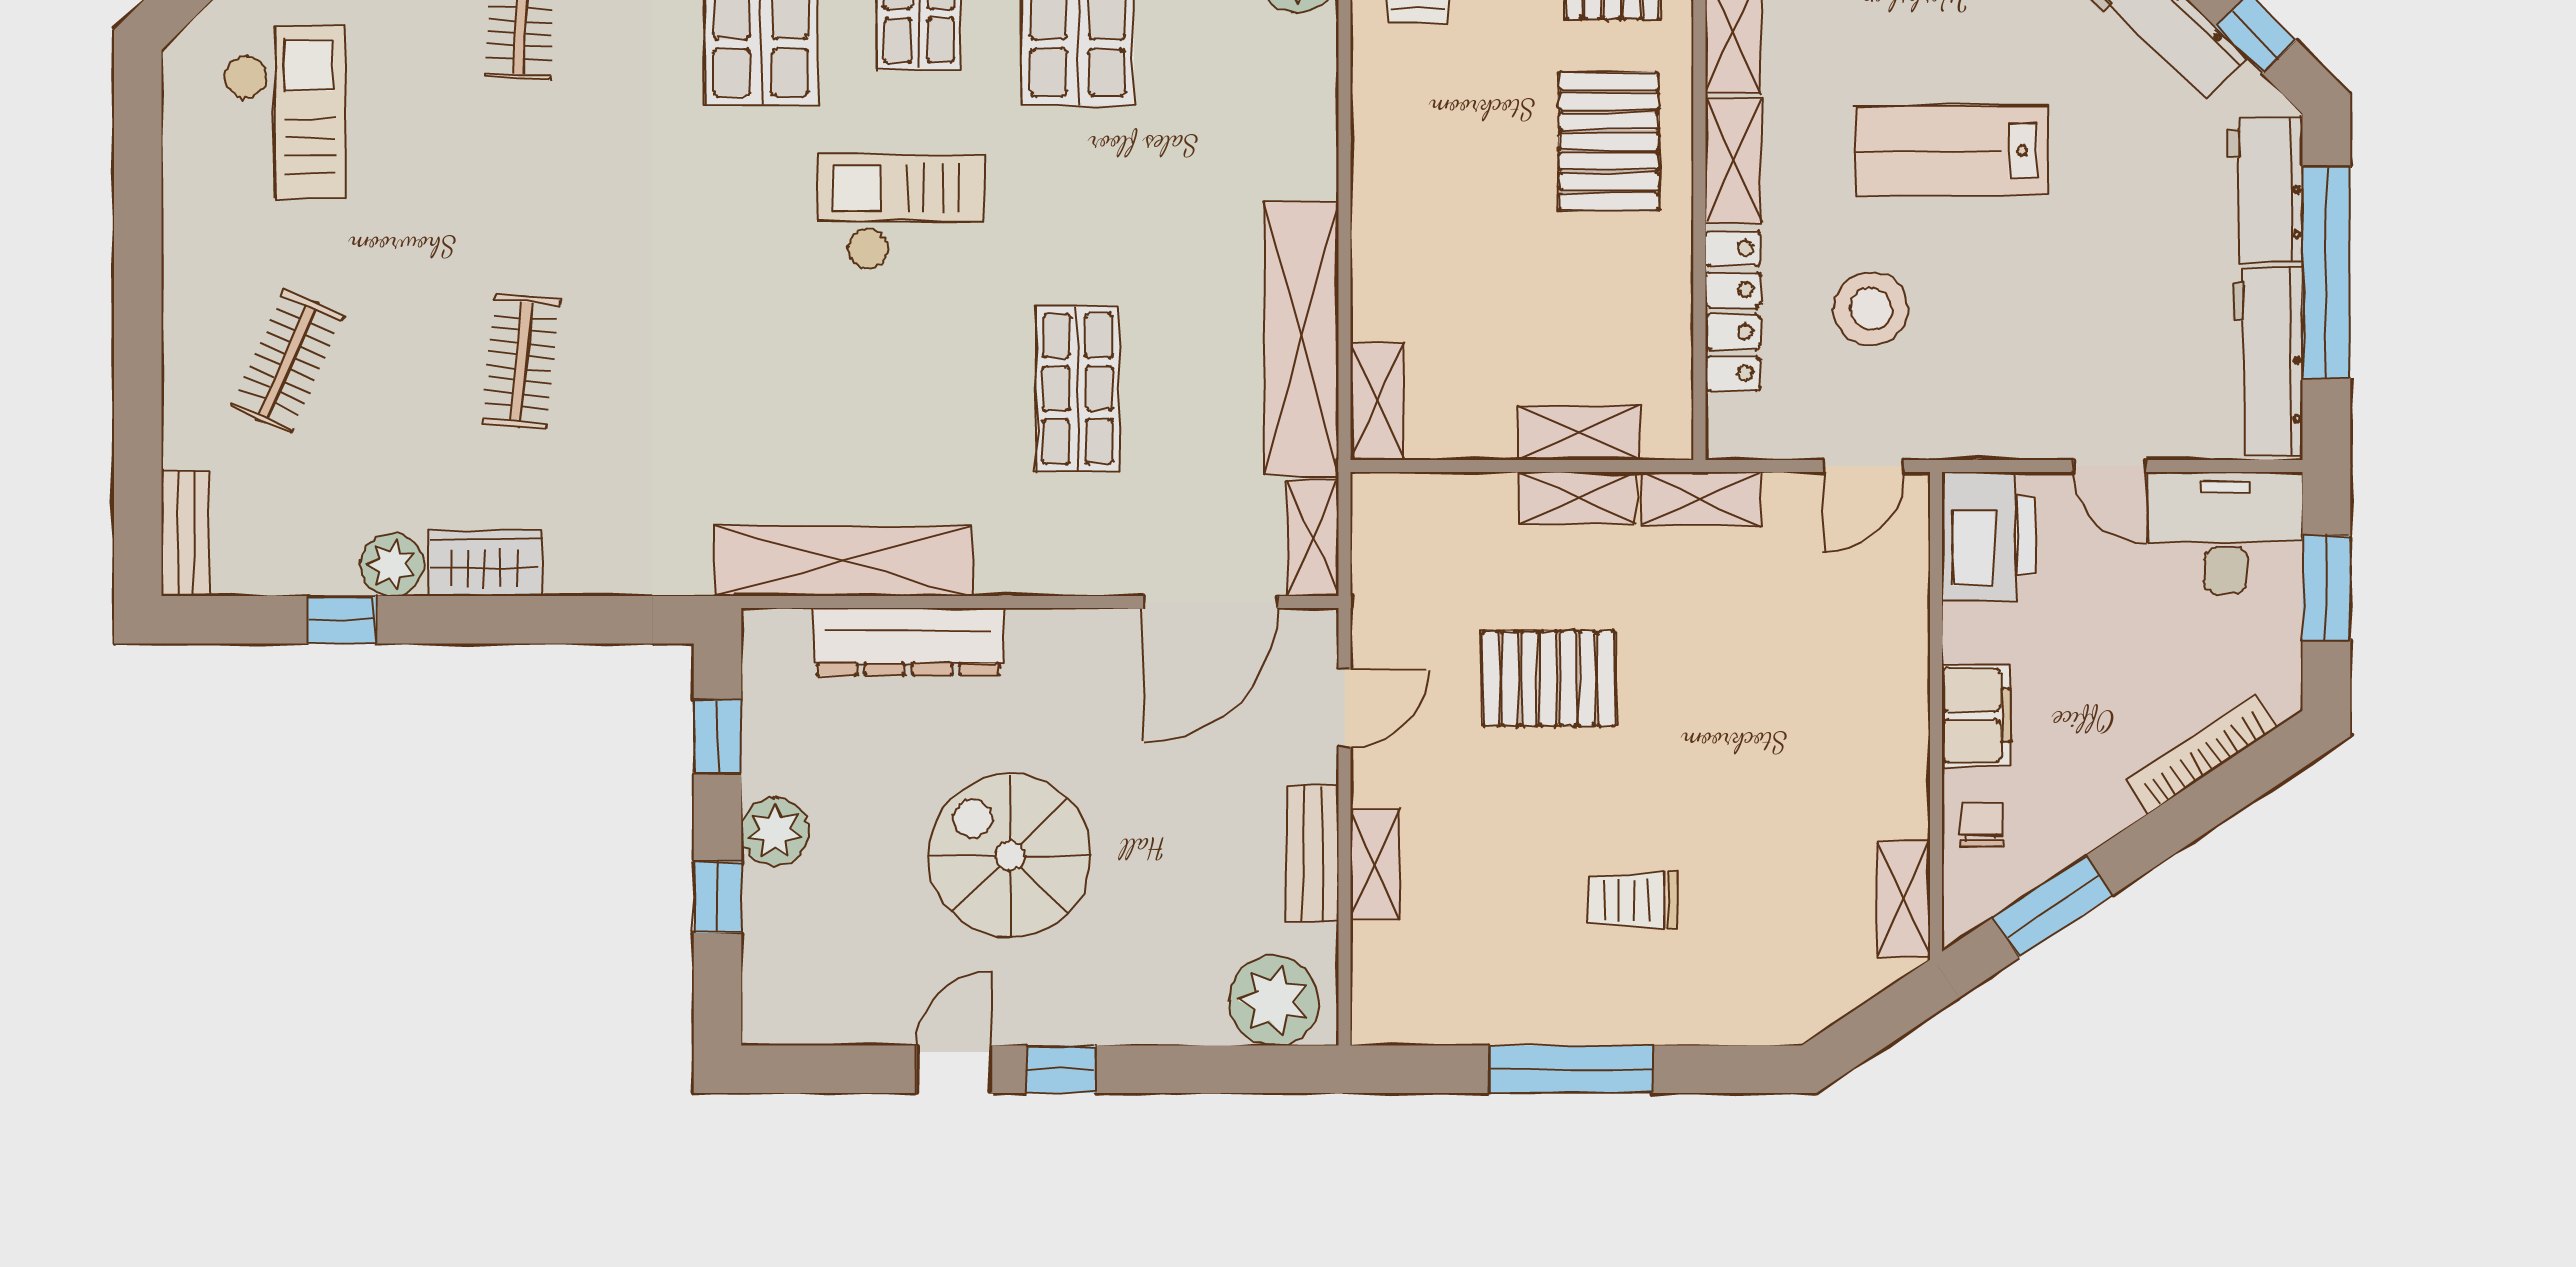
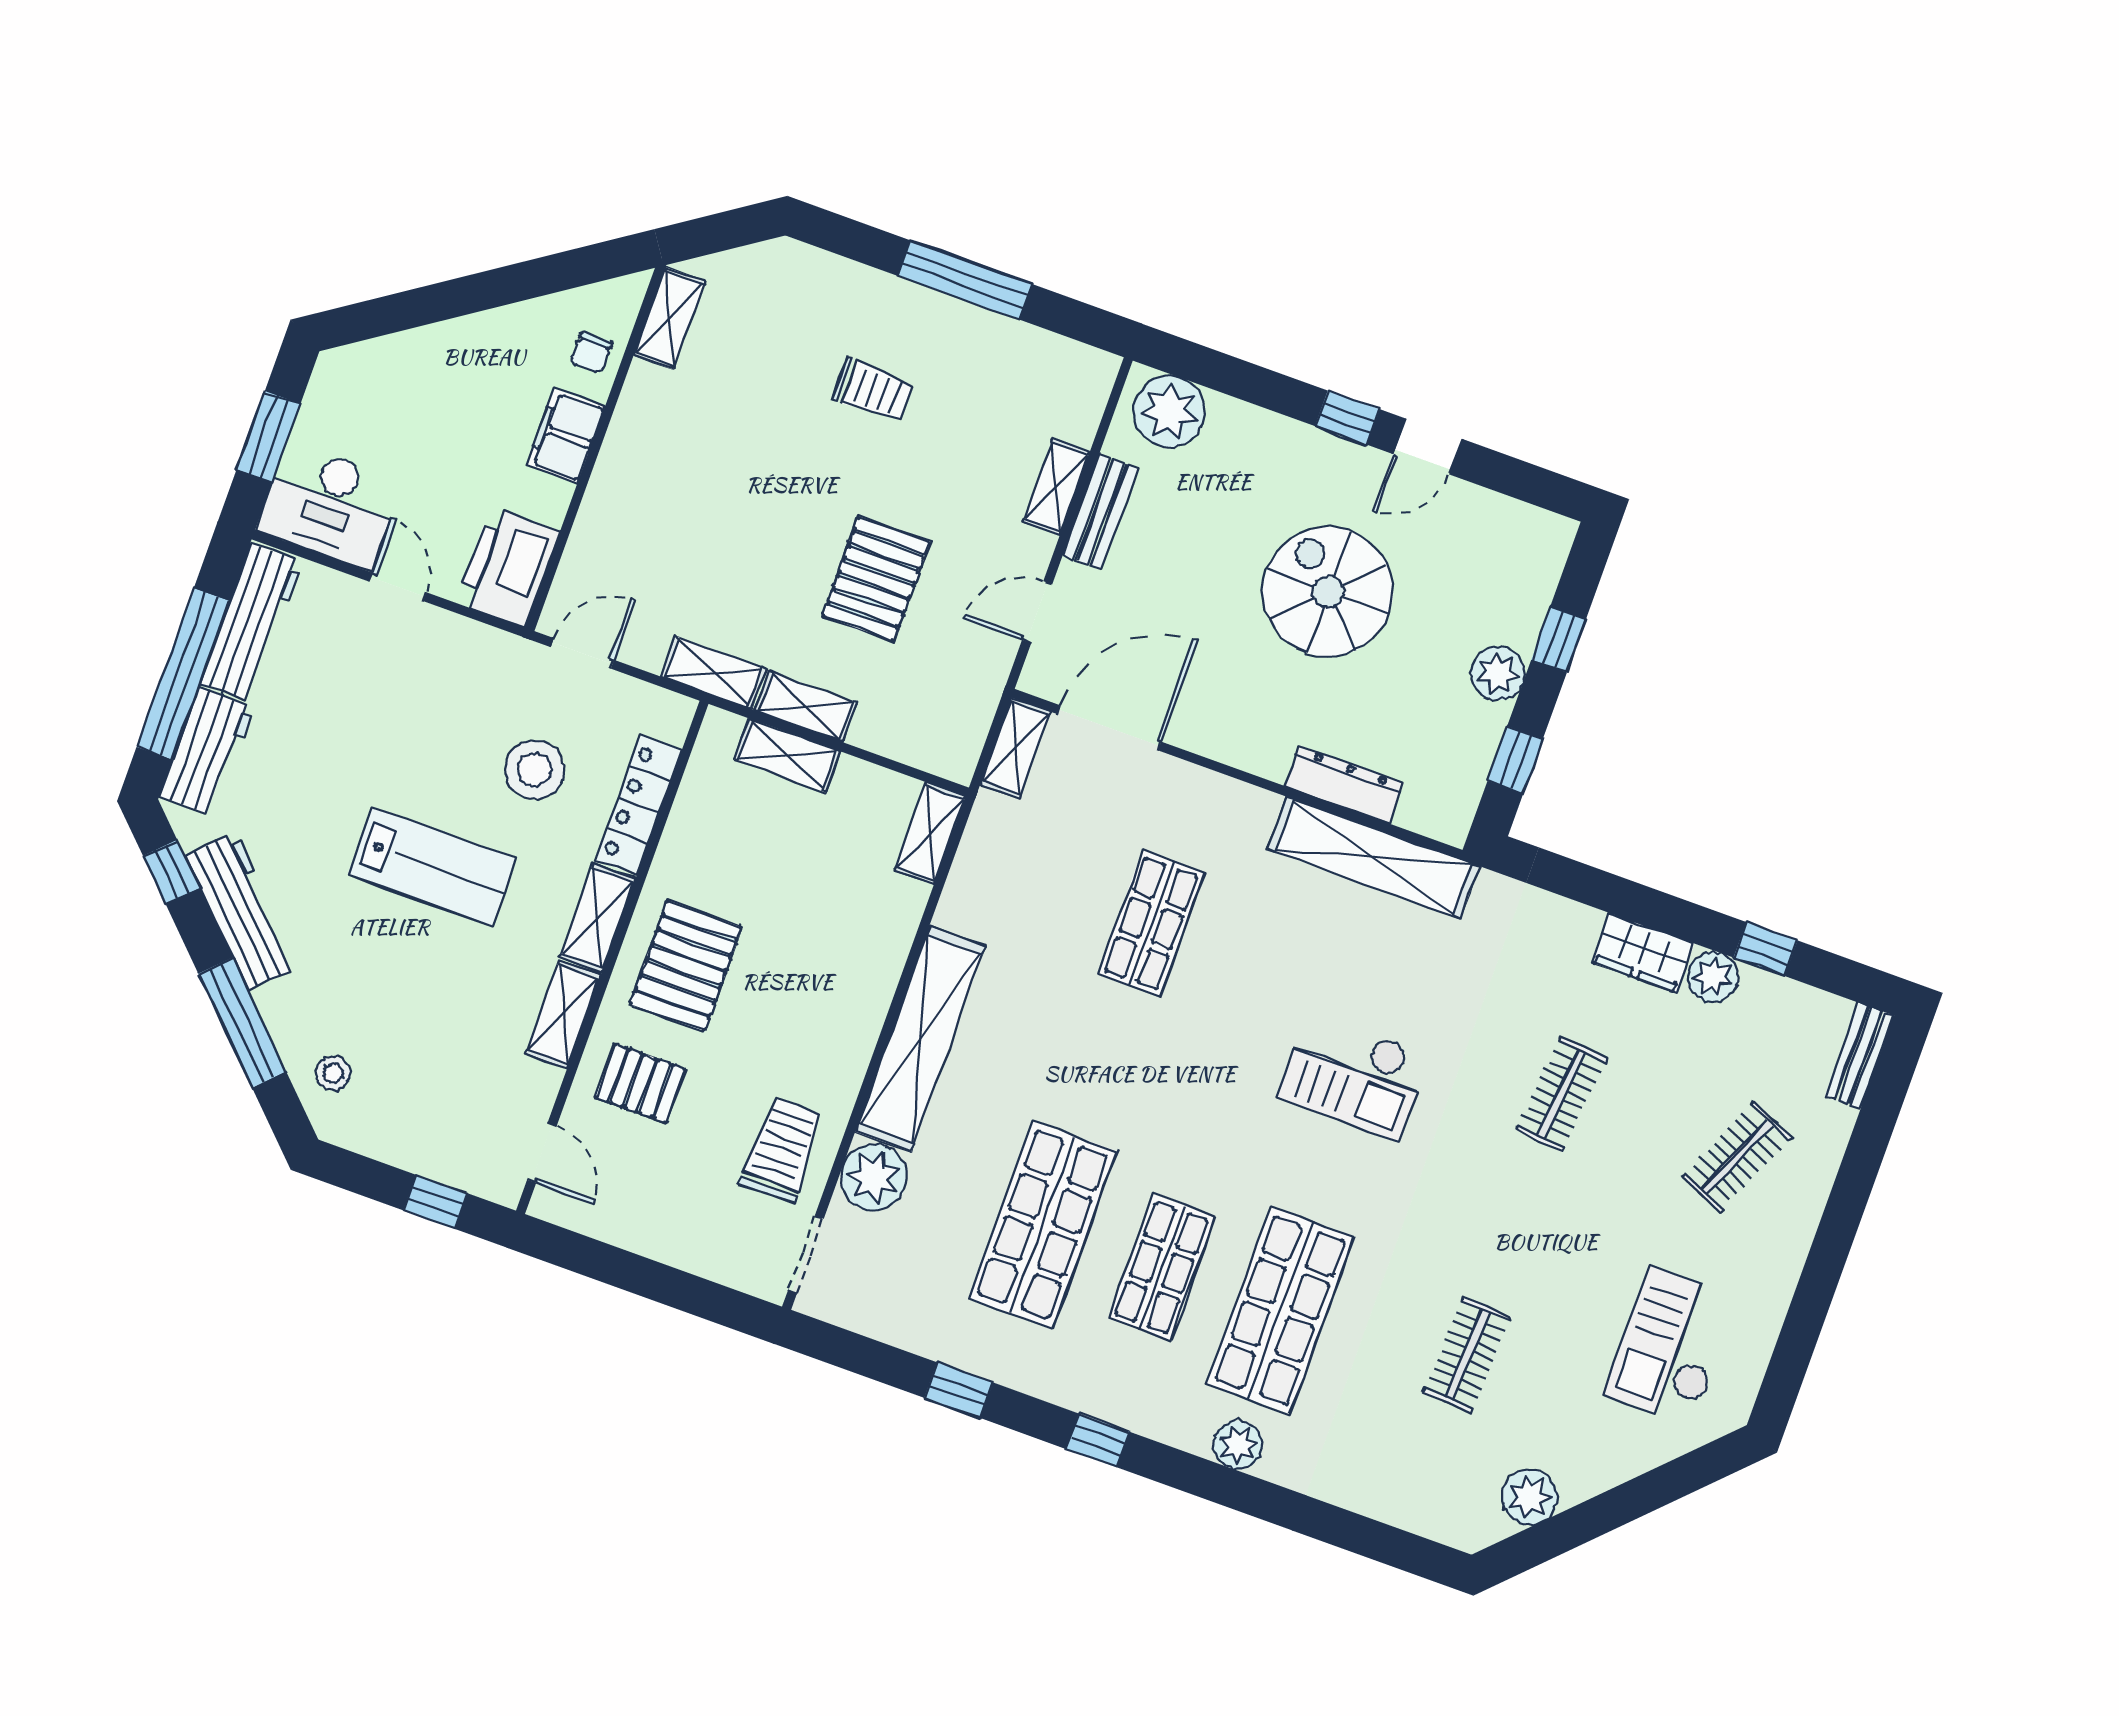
checkout: (901, 212) -> (1353, 1076), moved
shelving: (1301, 339) -> (920, 1039), moved
dresser: (908, 642) -> (1345, 785), width x0.73, depth x0.80
pallet: (1549, 679) -> (876, 579), turned 90
bookcase: (2202, 754) -> (407, 346), removed
spiral stairs: (1010, 856) -> (1328, 592), turned 180
window: (2053, 906) -> (559, 272), removed

